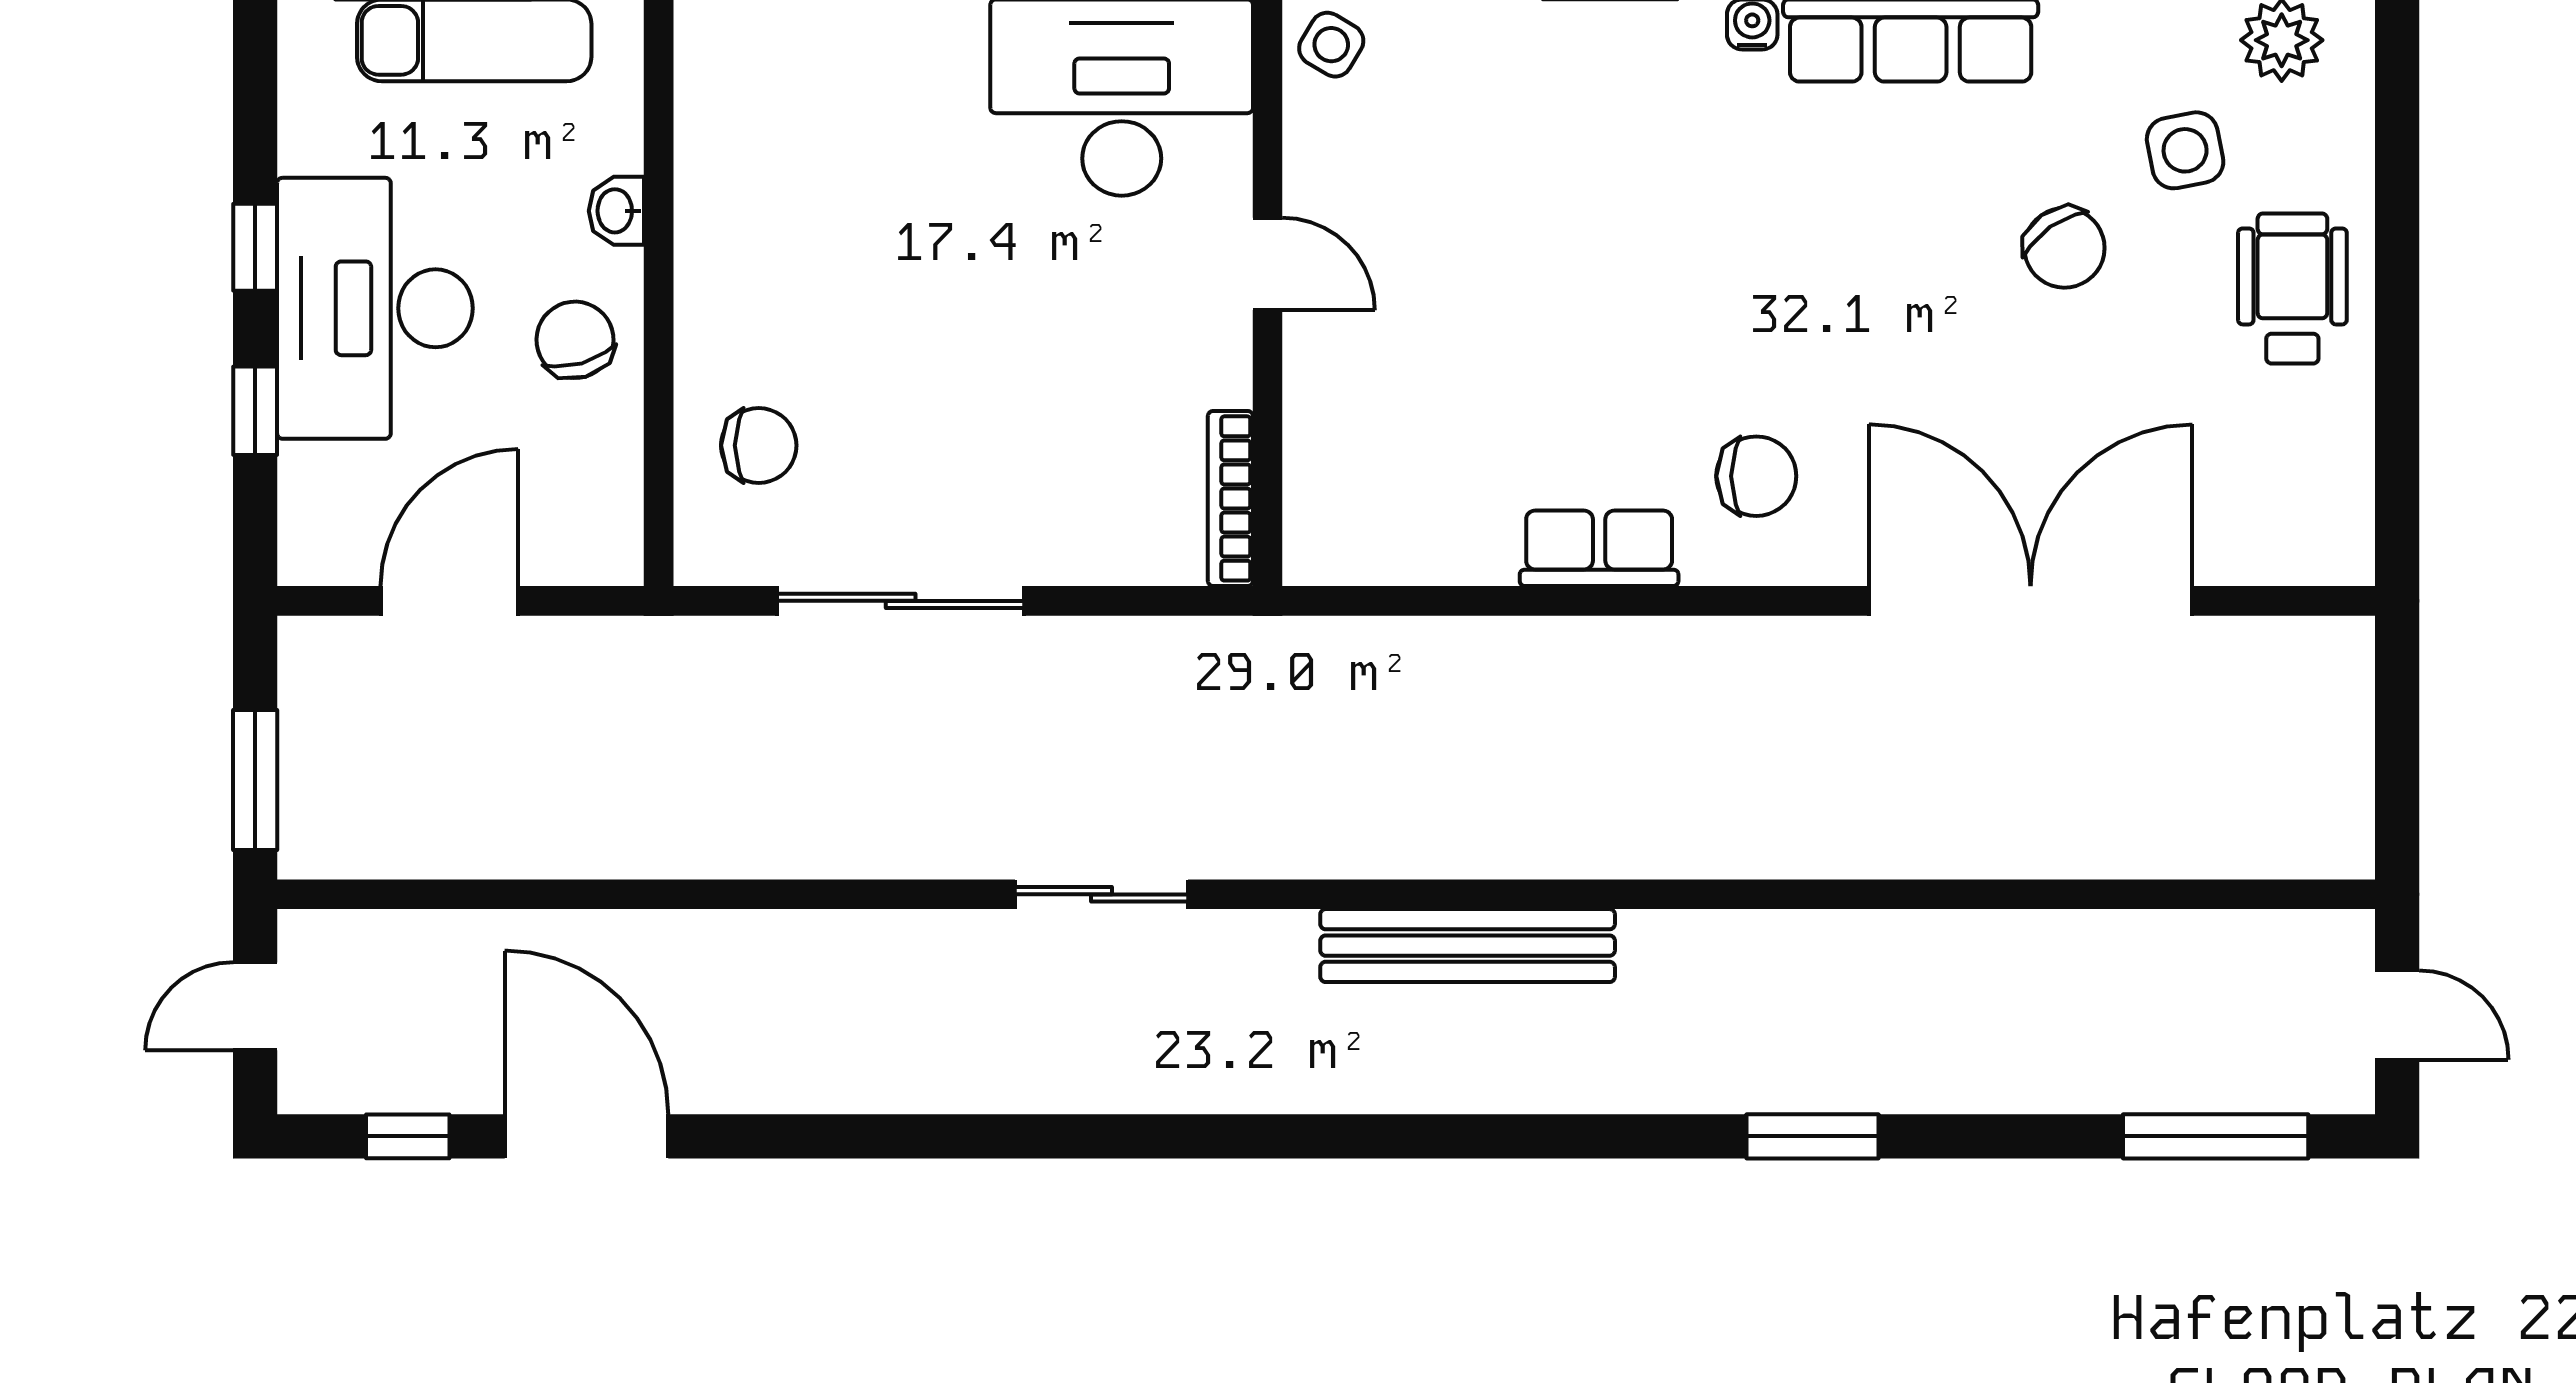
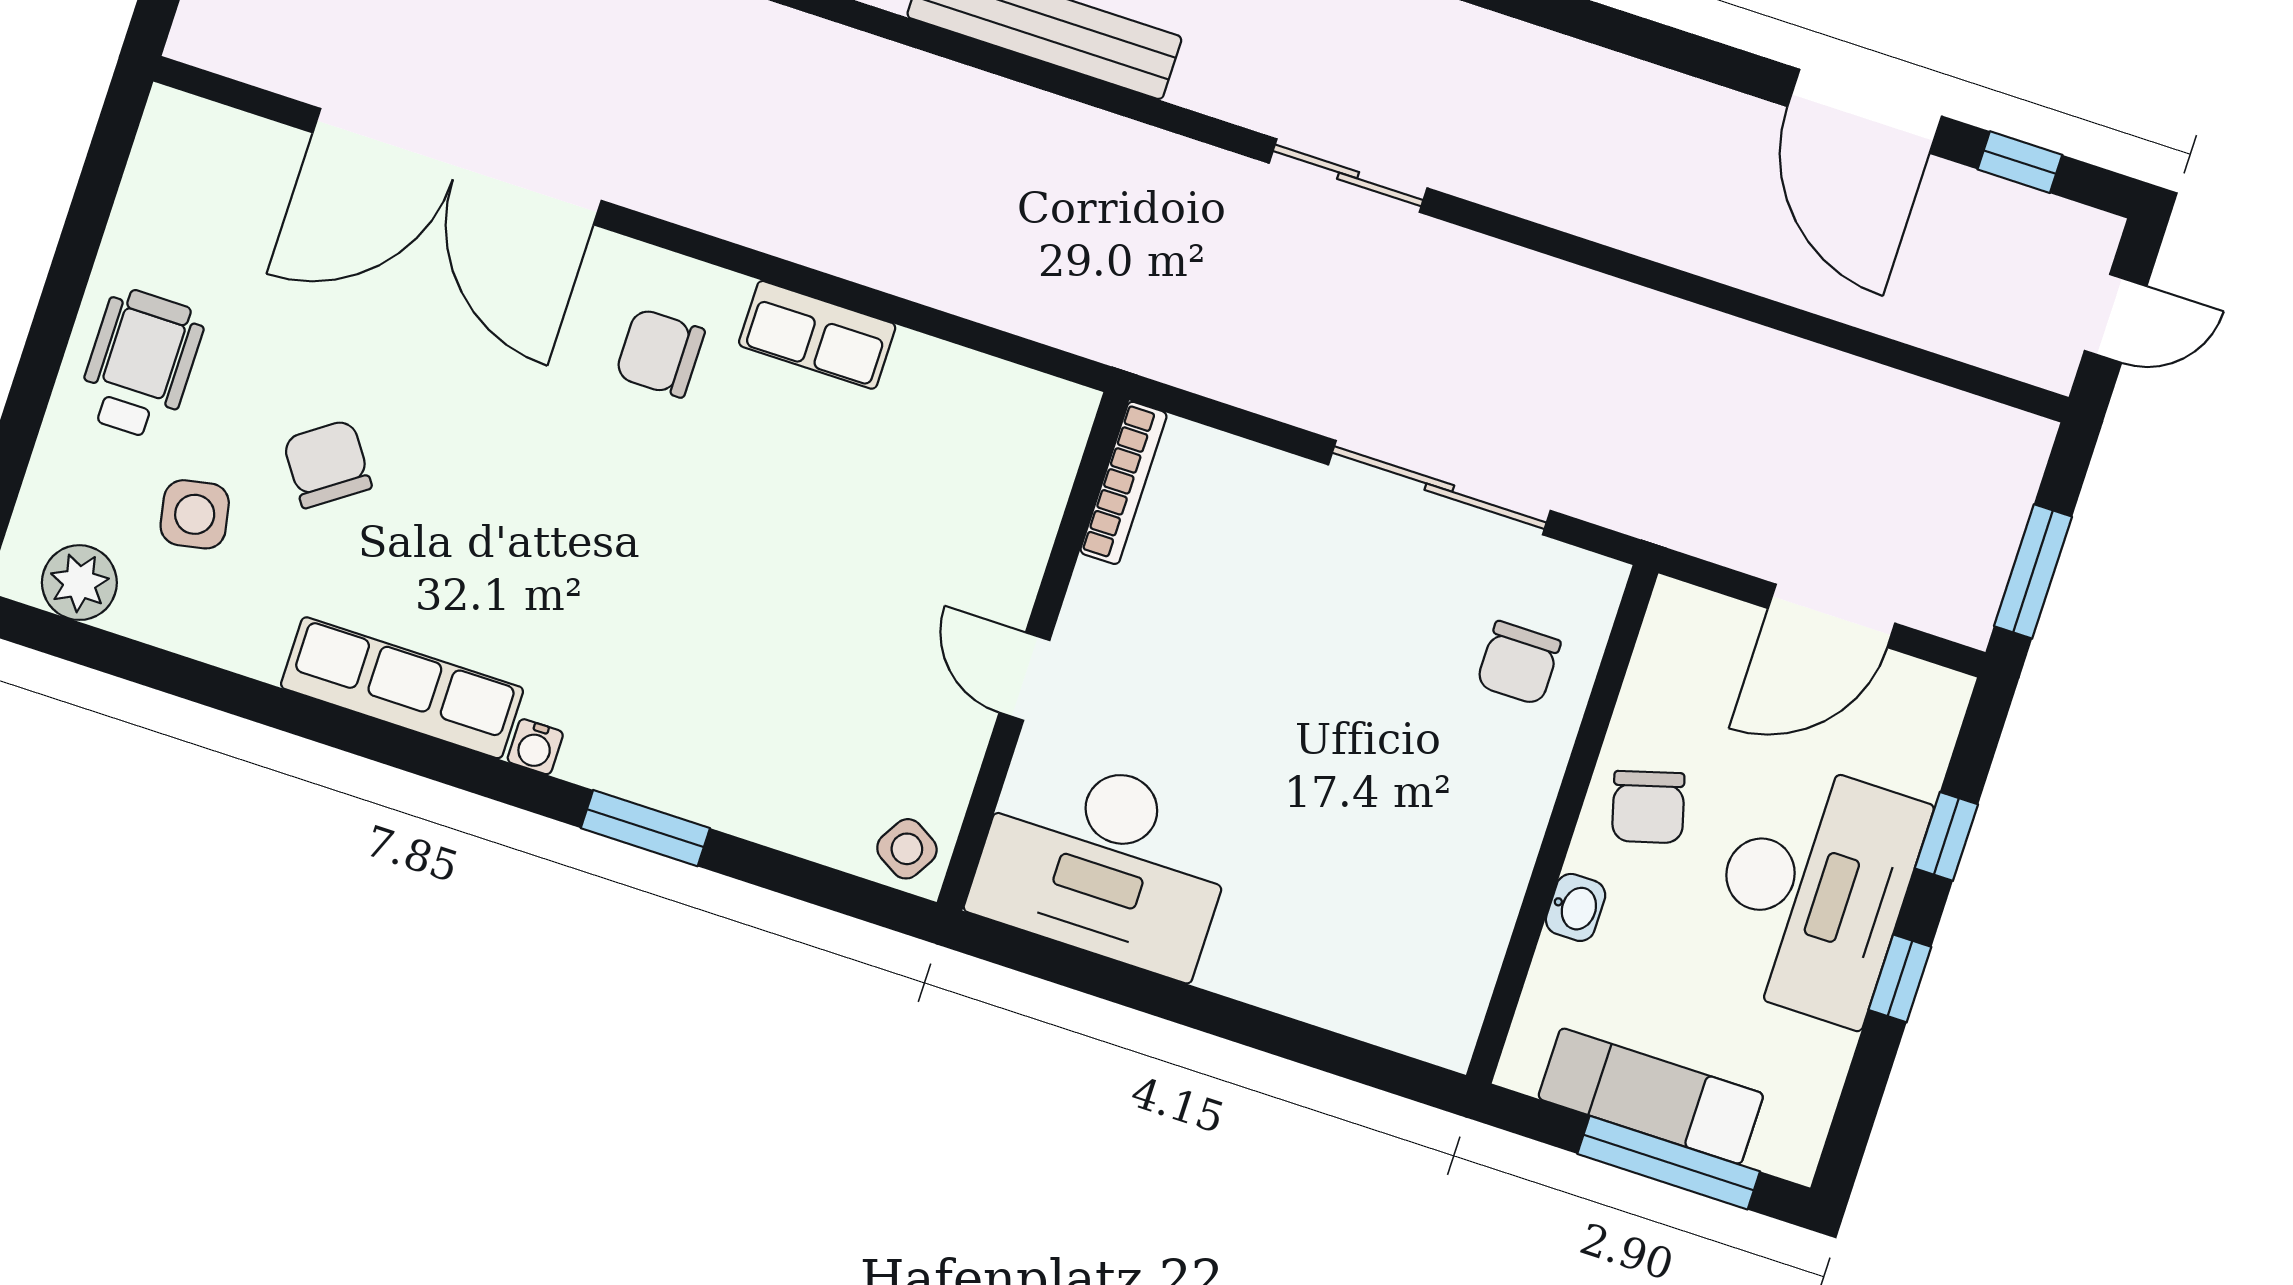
wheelchair: (2292, 288) -> (141, 364), turned 180
chair: (759, 445) -> (1518, 663), turned -90
window: (255, 780) -> (2033, 571), moved

